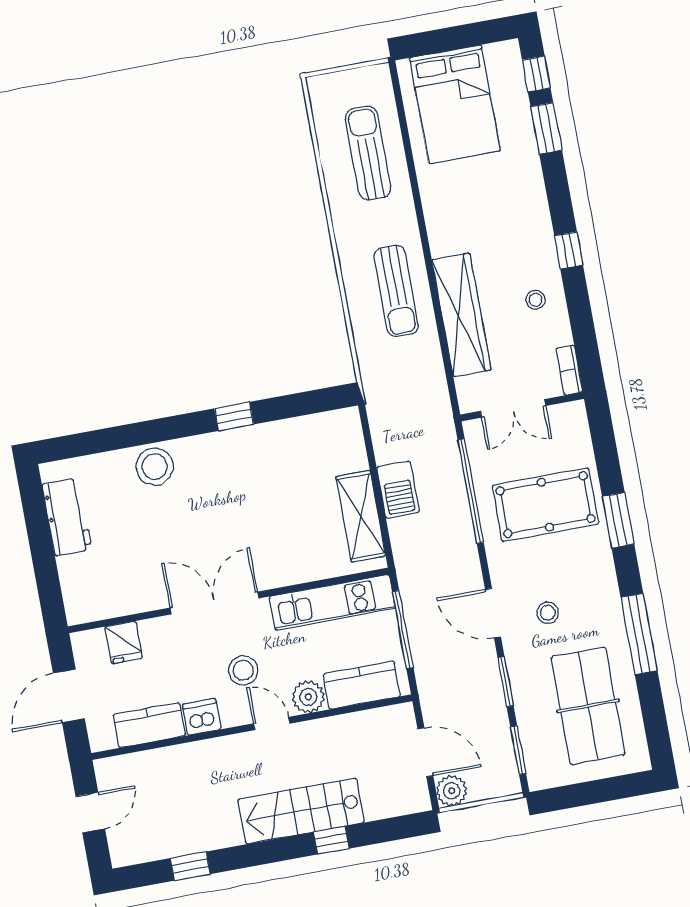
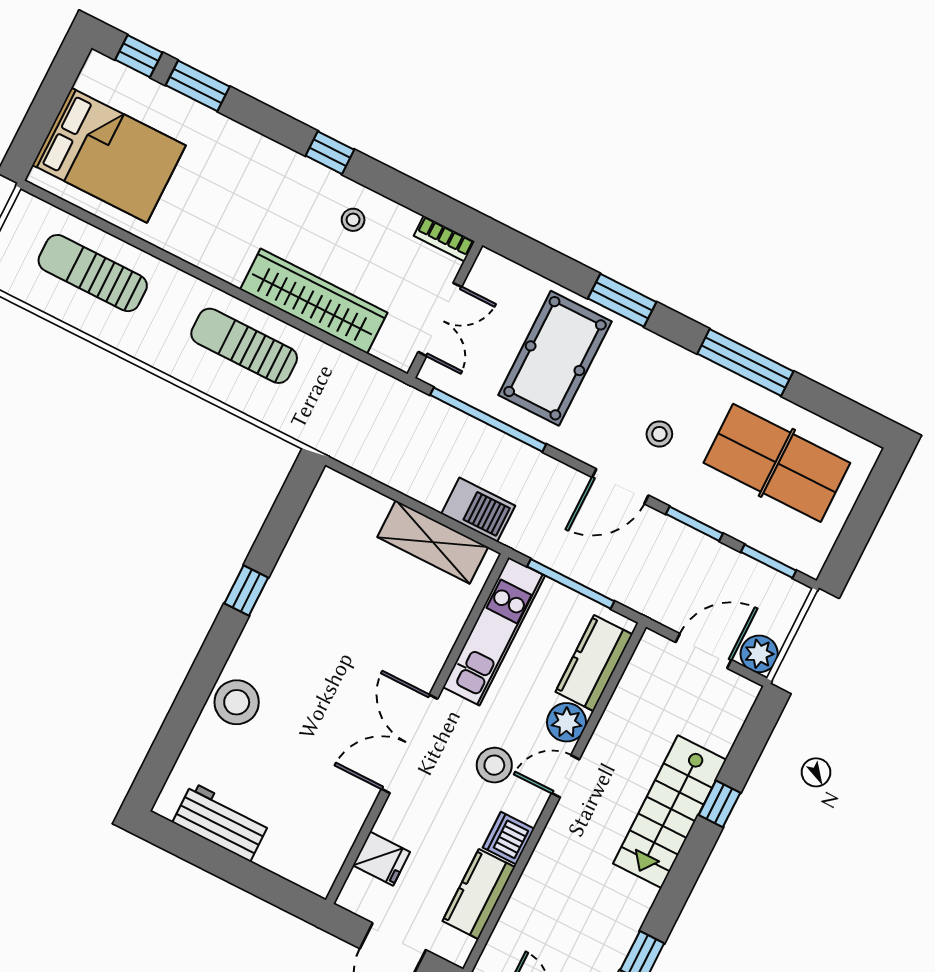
sun lounger: (396, 291) -> (244, 346), turned 180
barbecue: (398, 490) -> (478, 510), moved

